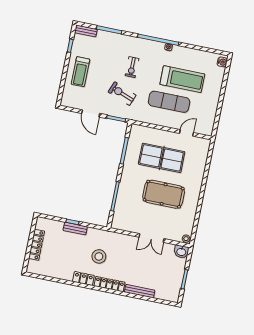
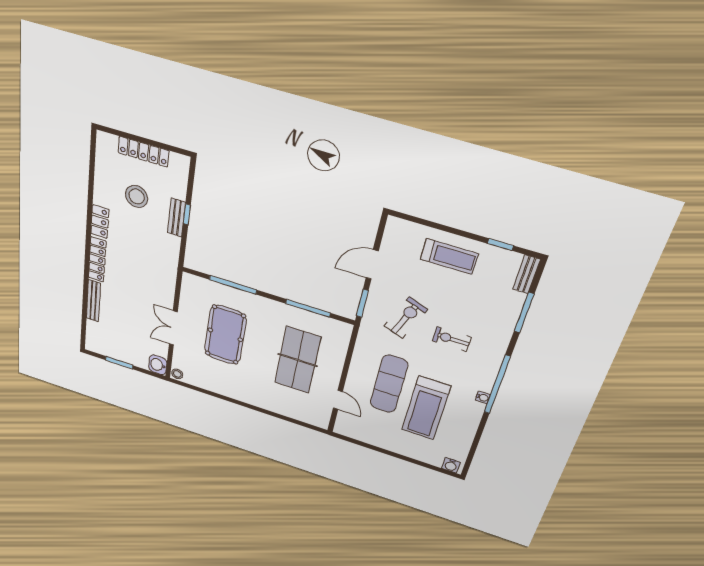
treadmill: (80, 72) -> (449, 256), turned 180
pool table: (164, 194) -> (225, 335), moved
stool: (99, 256) -> (137, 196), moved

